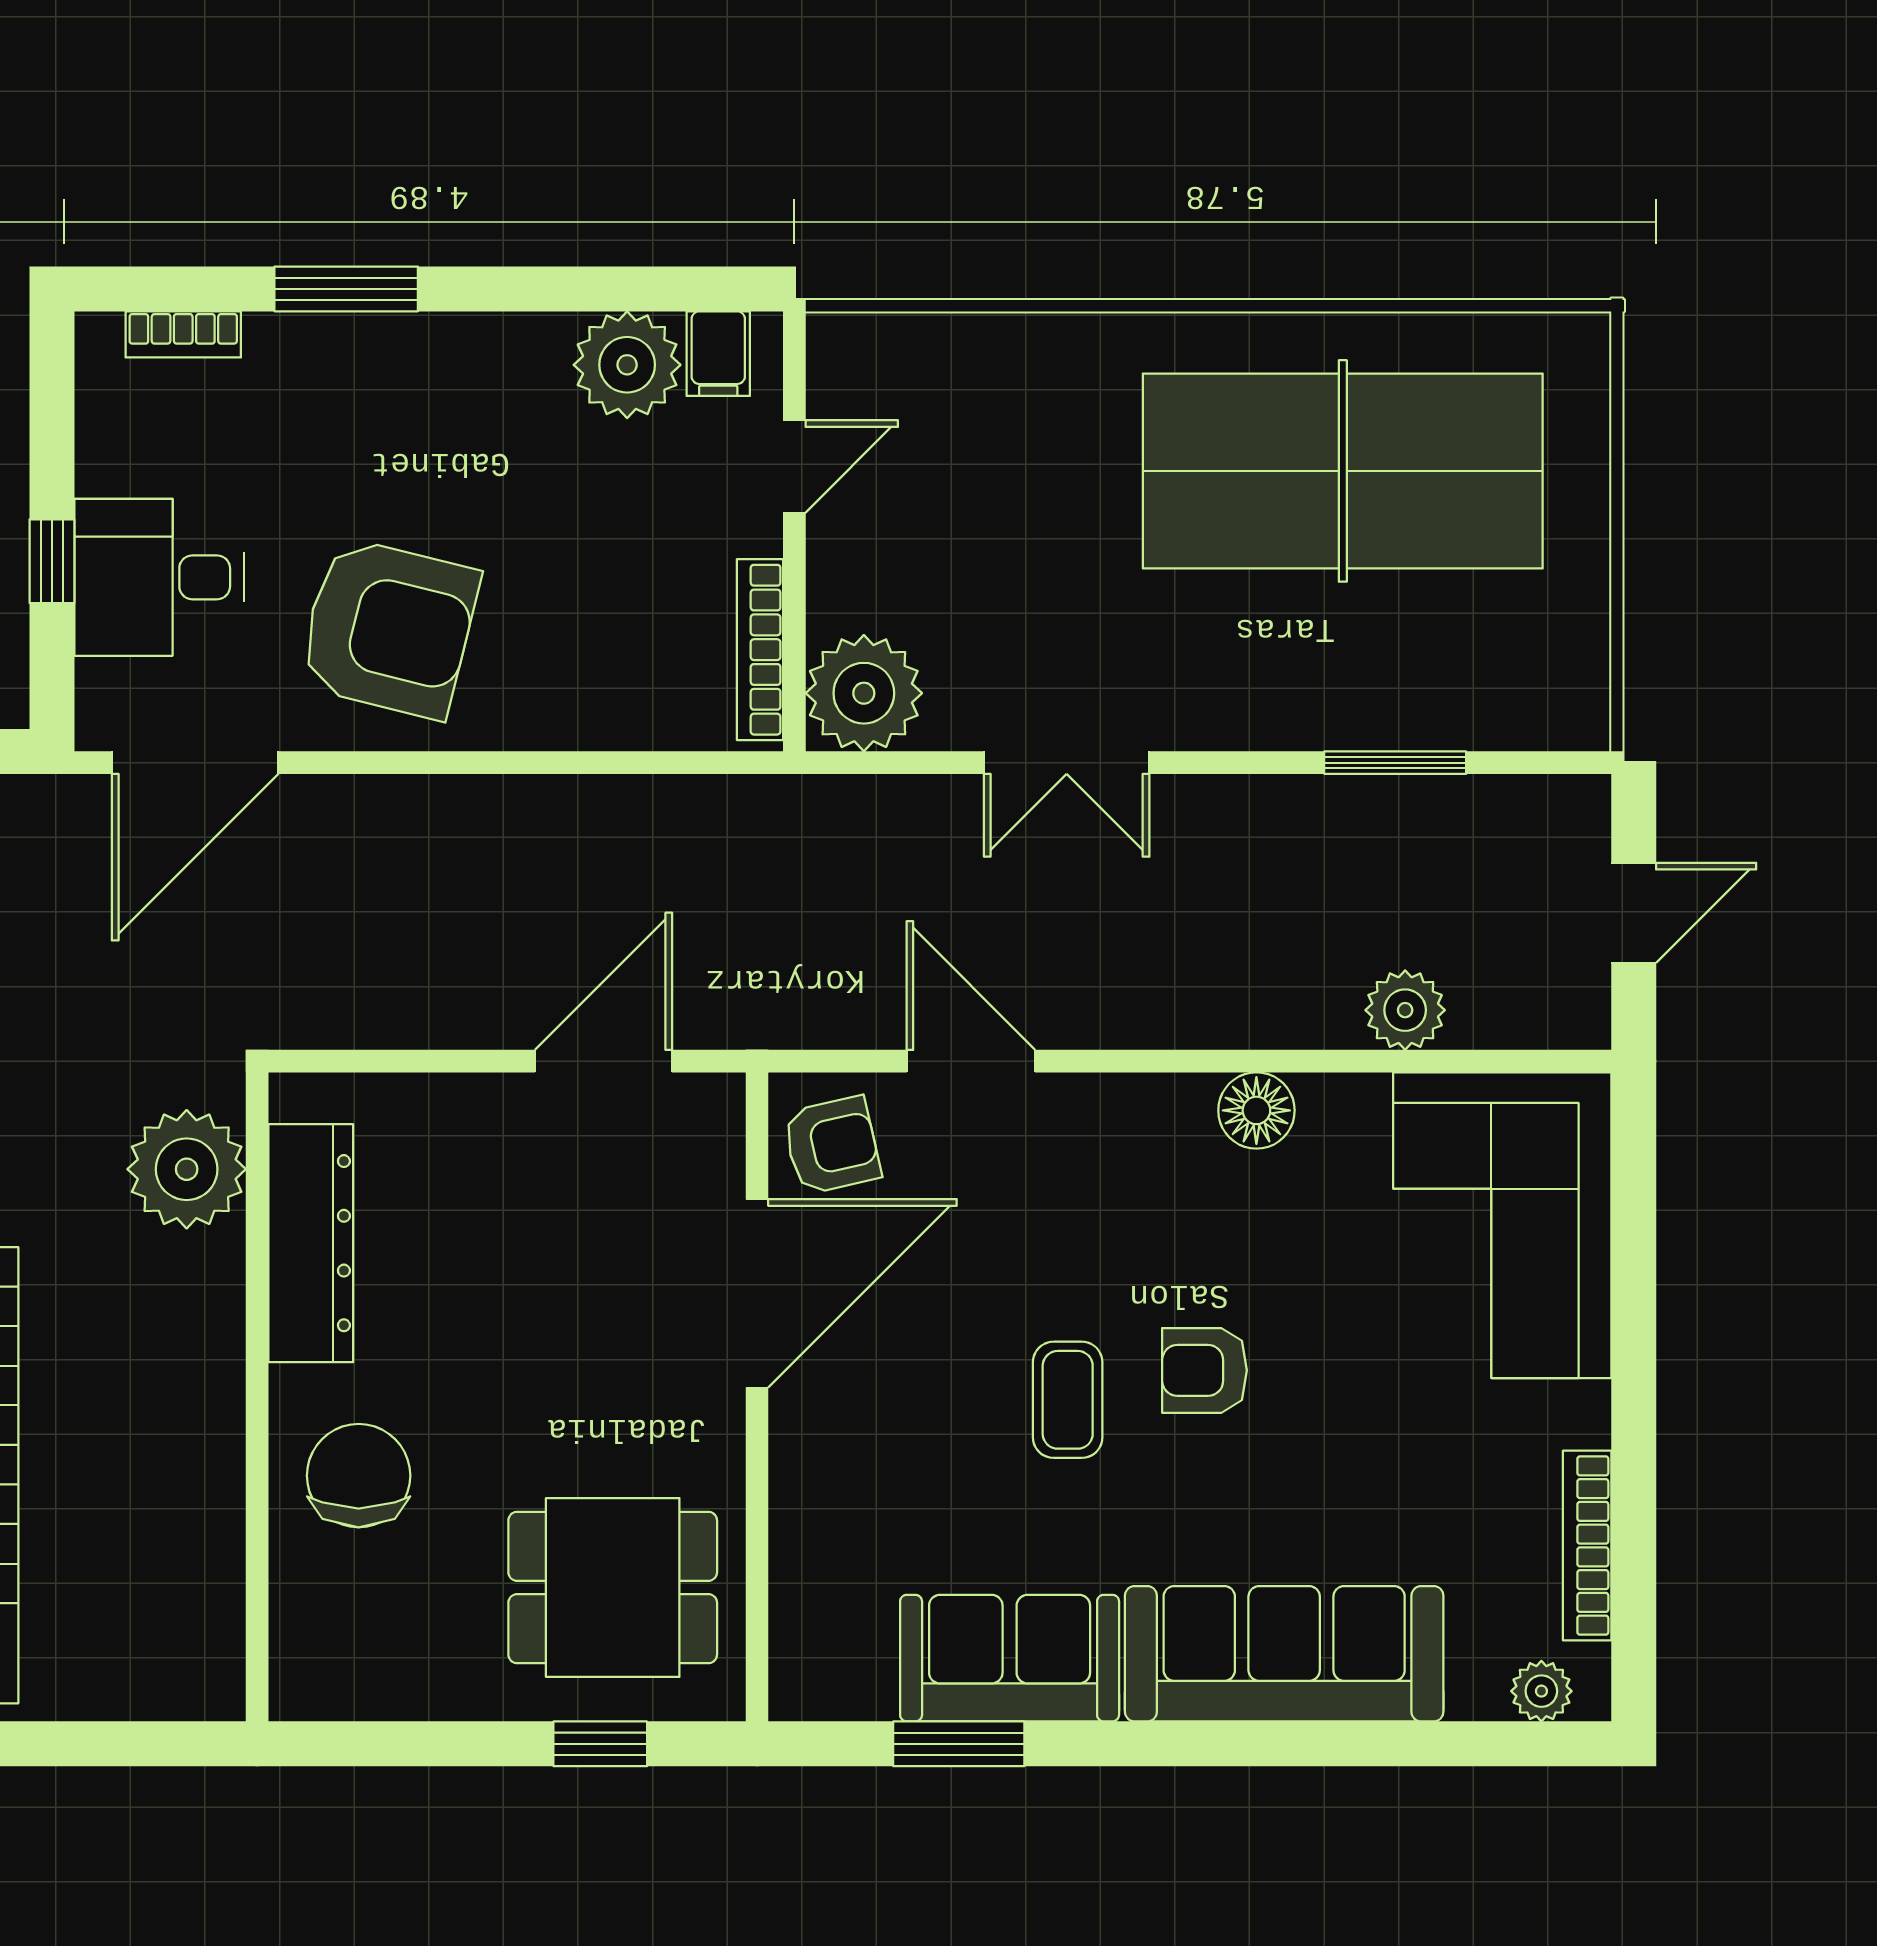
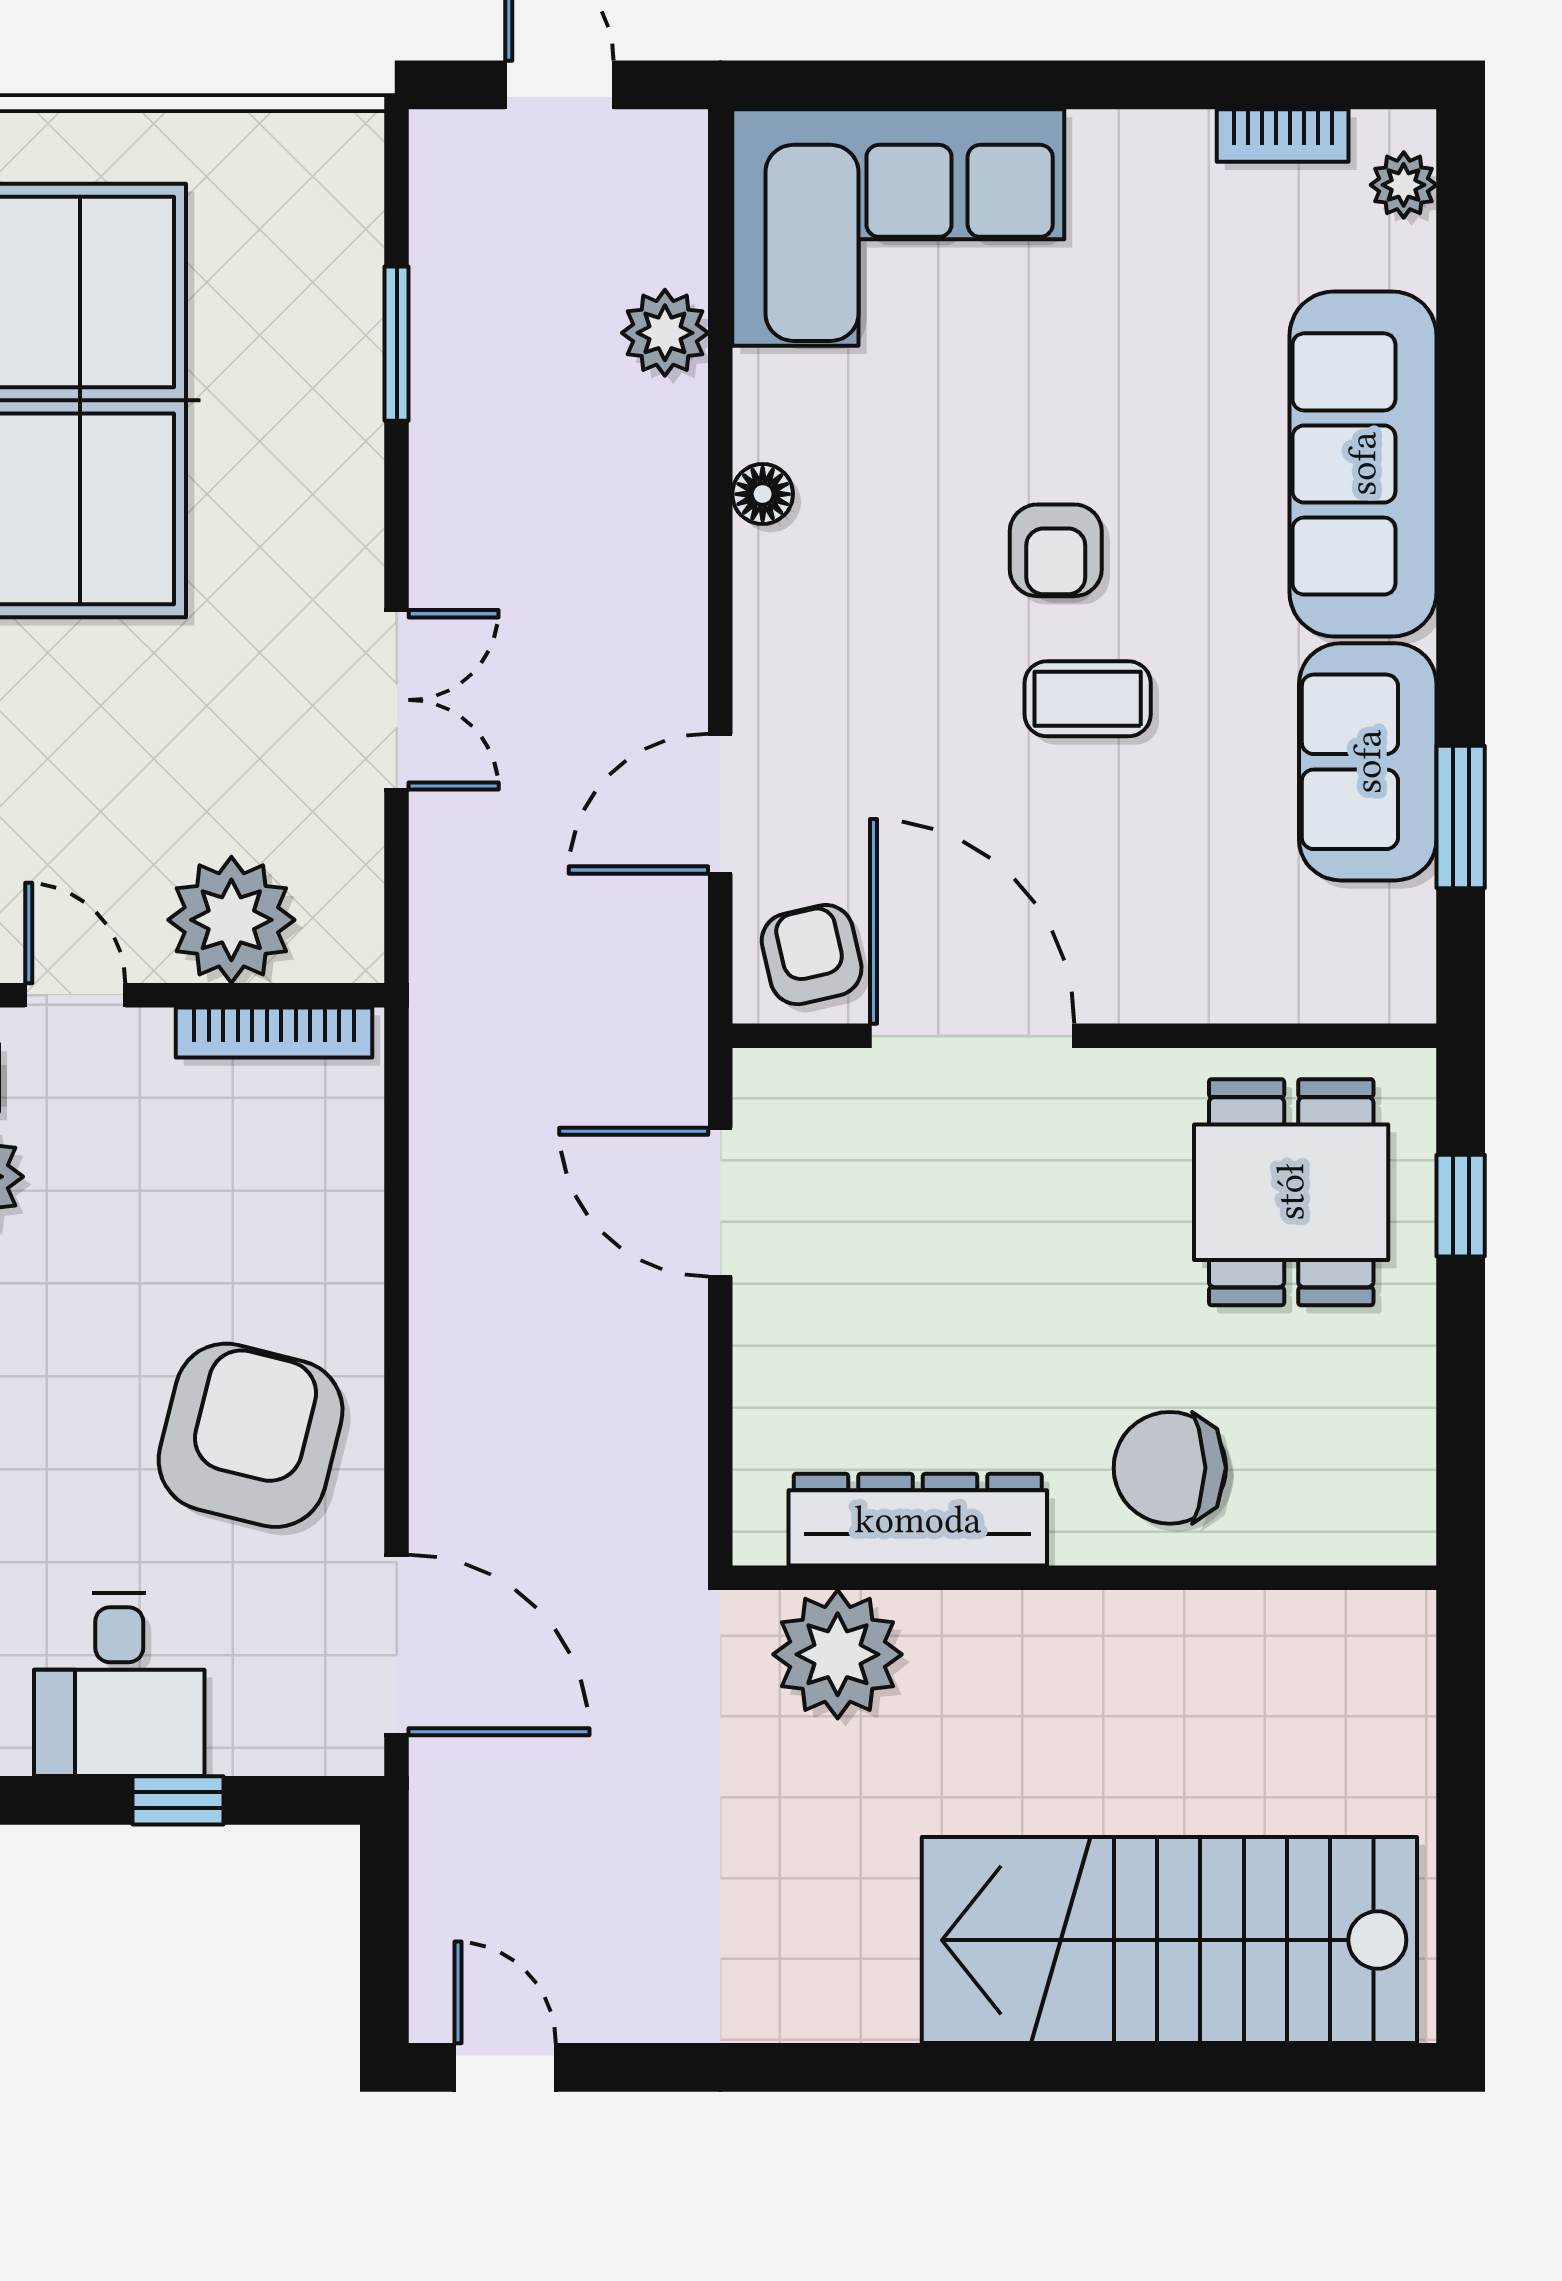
desk: (159, 577) -> (119, 1684), moved
plant: (864, 693) -> (231, 920), moved
floor lamp: (1256, 1110) -> (763, 494), width x0.73, depth x0.73
bookcase: (1587, 1546) -> (1283, 135), width x0.64

